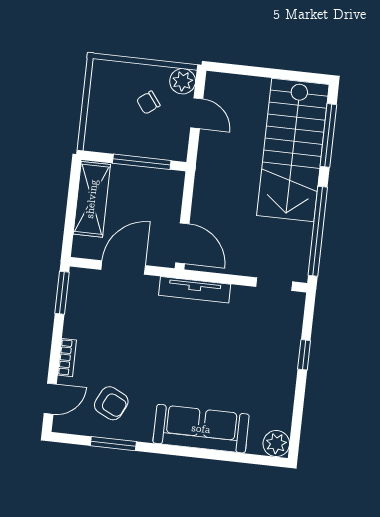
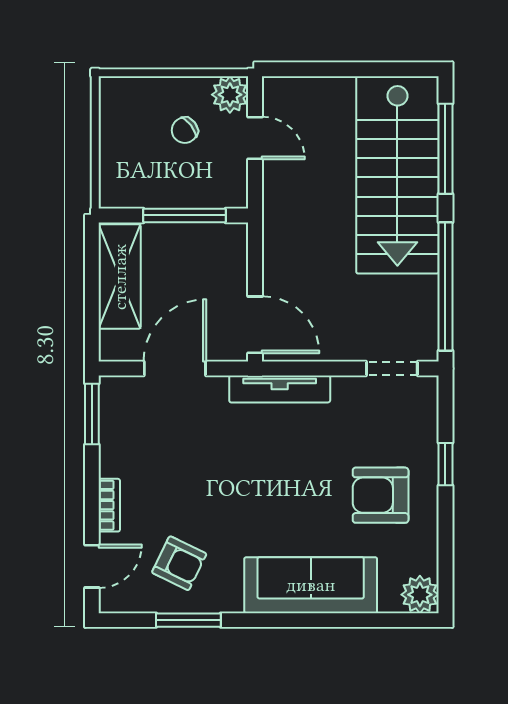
armchair: (257, 371) -> (381, 495), added

